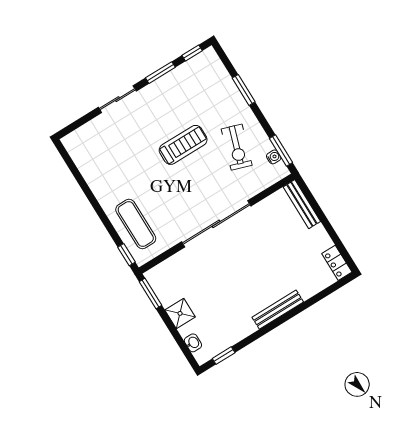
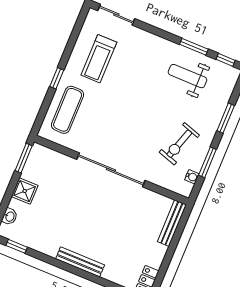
weight bench: (182, 97) -> (188, 76), added
sliding door: (117, 99) -> (116, 15), moved
treadmill: (183, 145) -> (99, 59), moved, turned 90
window: (281, 151) -> (207, 162), moved
window: (126, 255) -> (57, 78), moved

